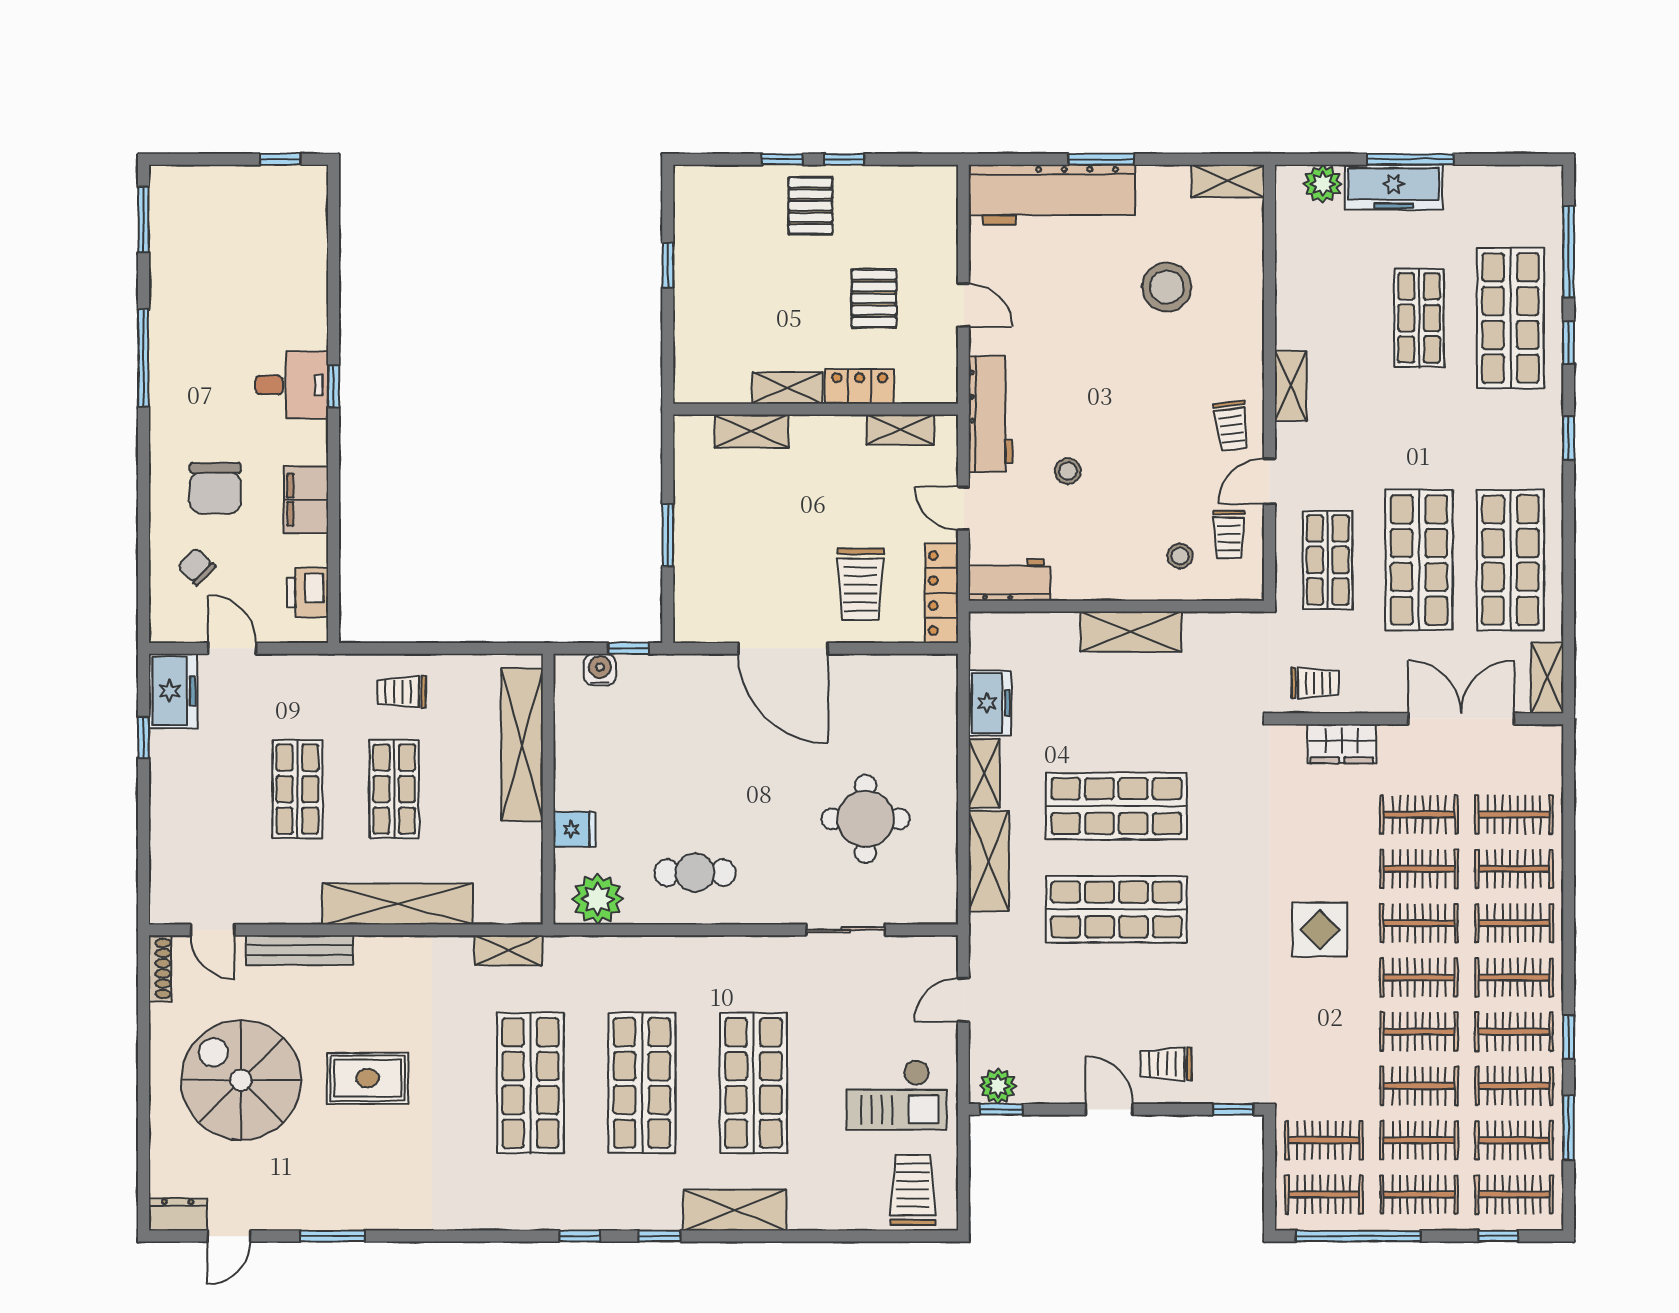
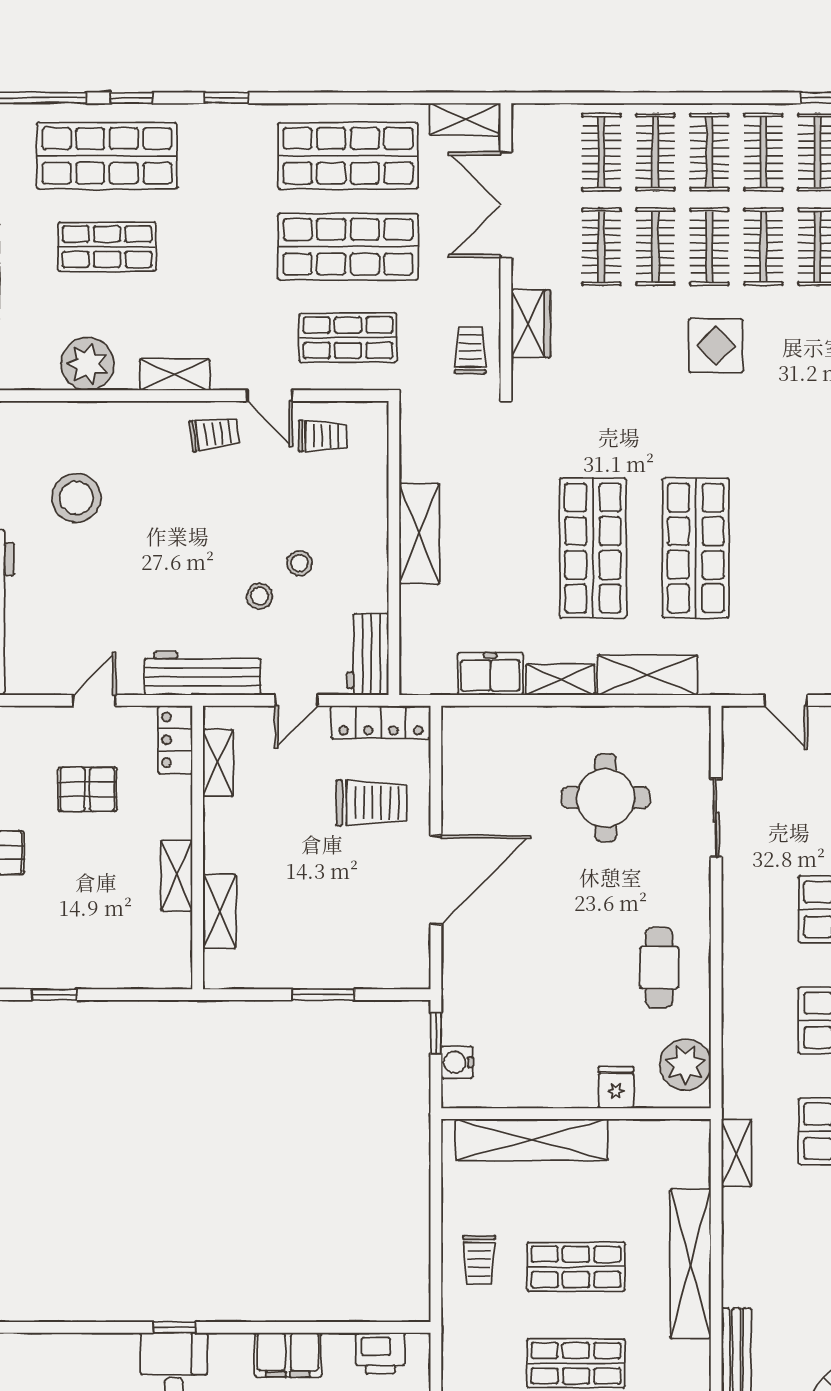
plant: (1301, 298) -> (88, 364), added
locker: (860, 386) -> (175, 740), moved
stool: (1180, 556) -> (299, 563), moved

